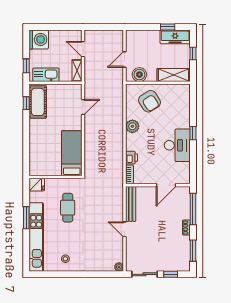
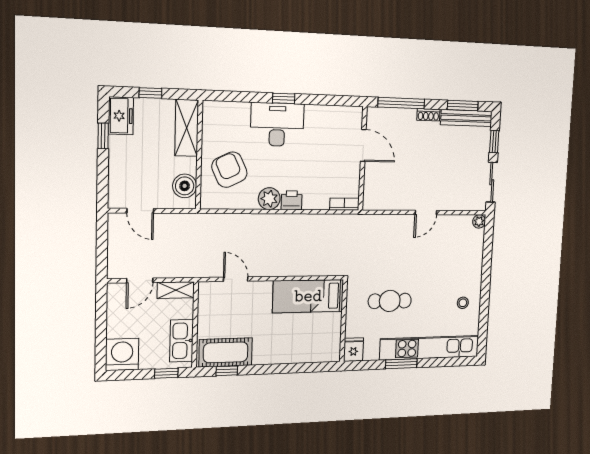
freezer: (175, 37) -> (121, 116), width x0.71
door: (125, 59) -> (140, 211), moved
armchair: (150, 101) -> (229, 170), turned -82
desk: (177, 145) -> (277, 125), moved
printer: (132, 158) -> (292, 200), moved
bench: (131, 204) -> (466, 118), moved

